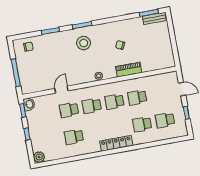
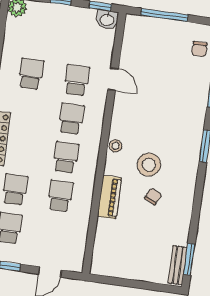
stool: (84, 43) -> (149, 165), moved

